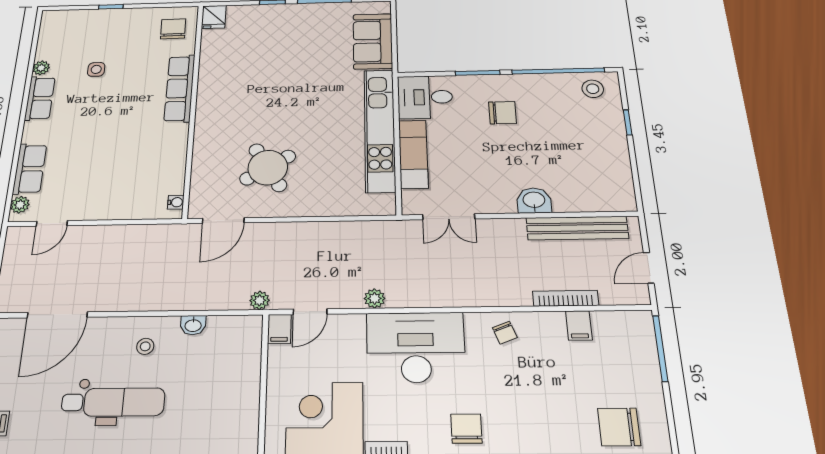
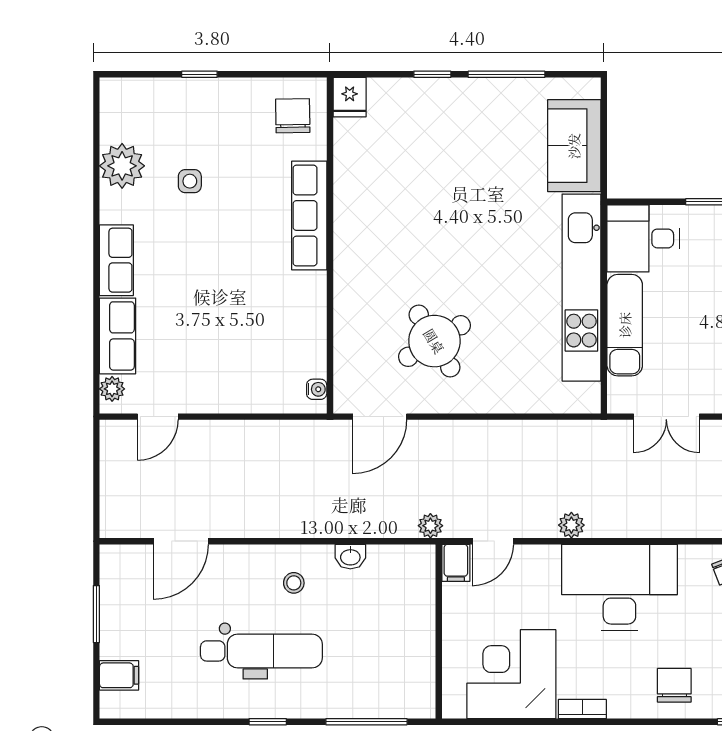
plant: (41, 68) -> (122, 166), width x1.88, depth x1.88
row of seats: (40, 98) -> (116, 260), moved
door: (57, 315) -> (181, 541), width x0.73

